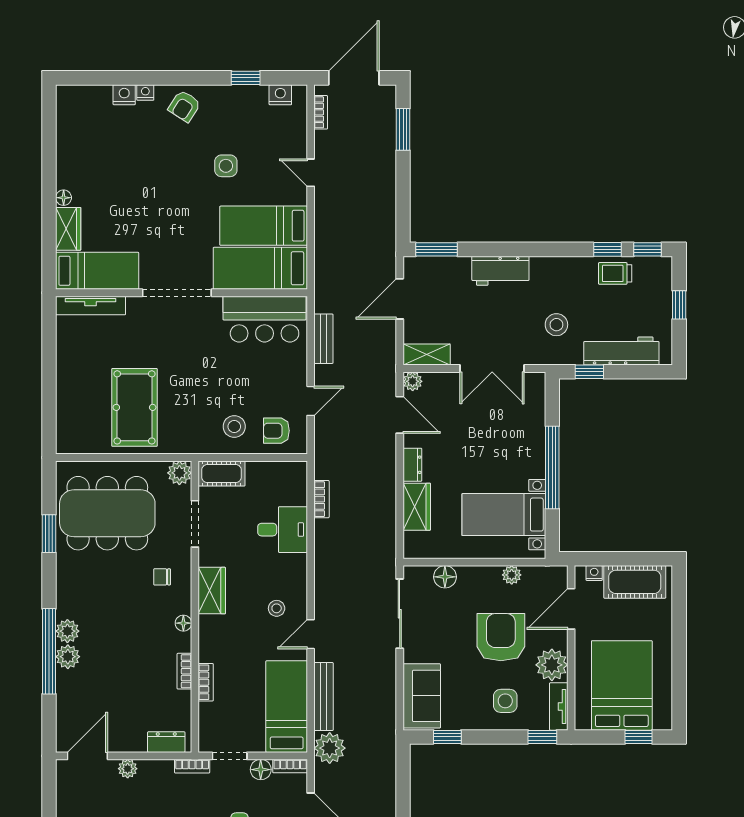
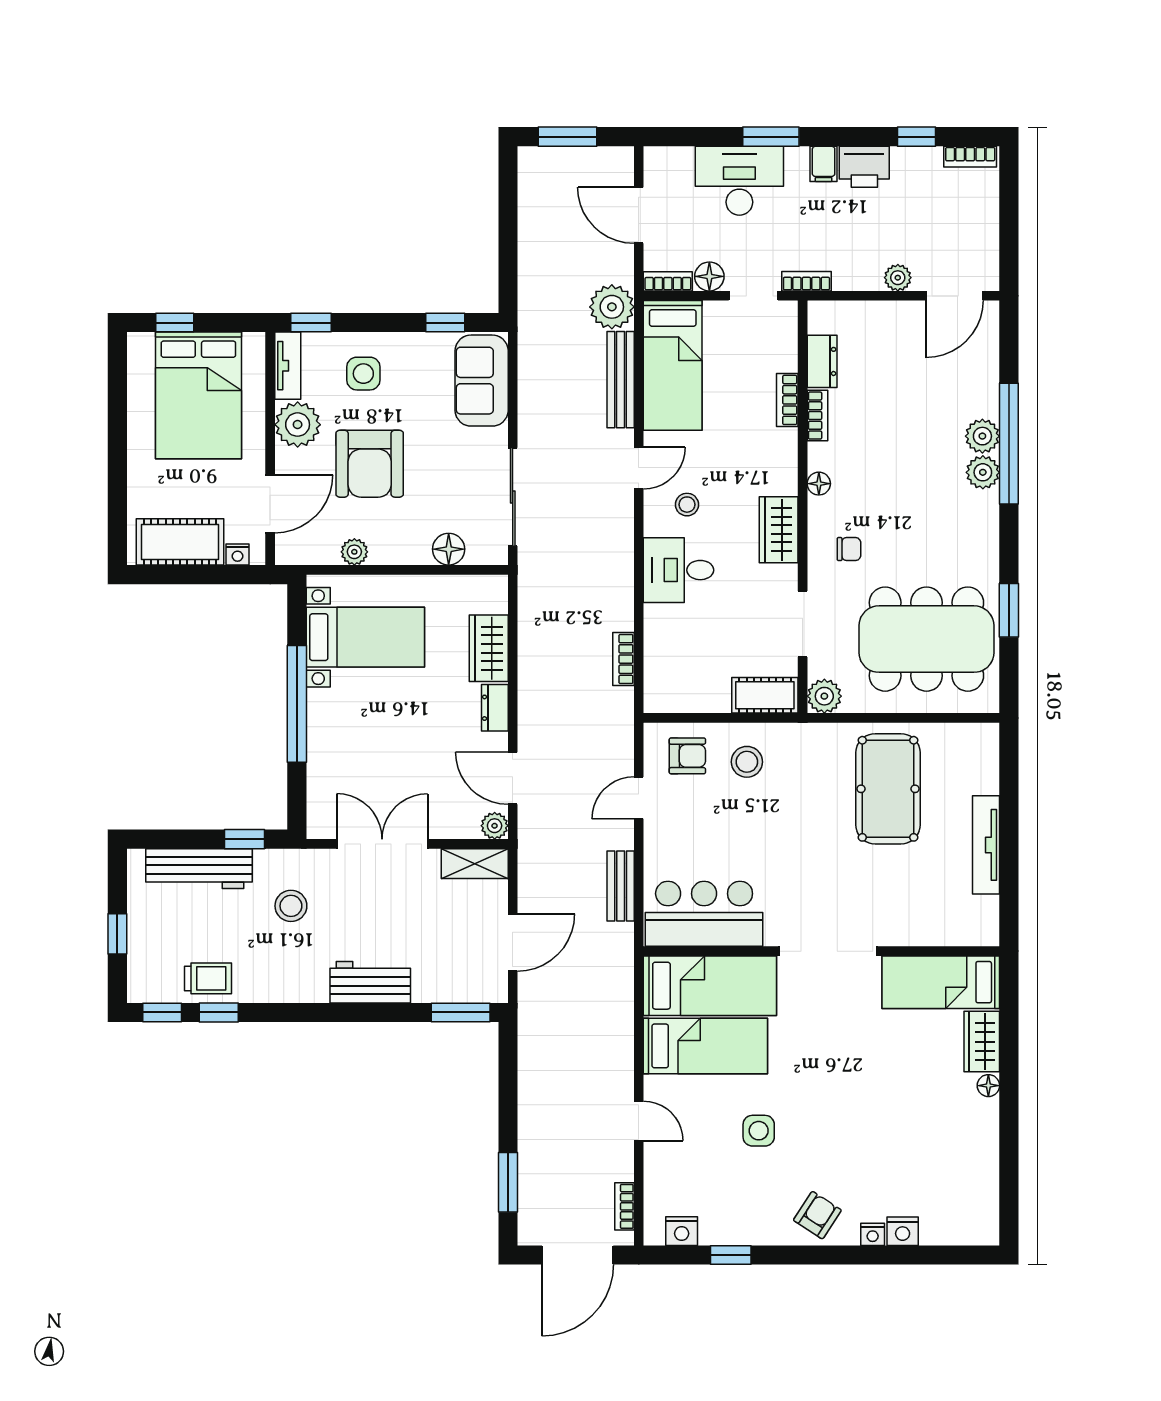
tv unit: (91, 306) -> (986, 845), moved, turned -90
desk: (283, 530) -> (679, 570), moved
dresser: (166, 742) -> (822, 361), moved, turned -90

